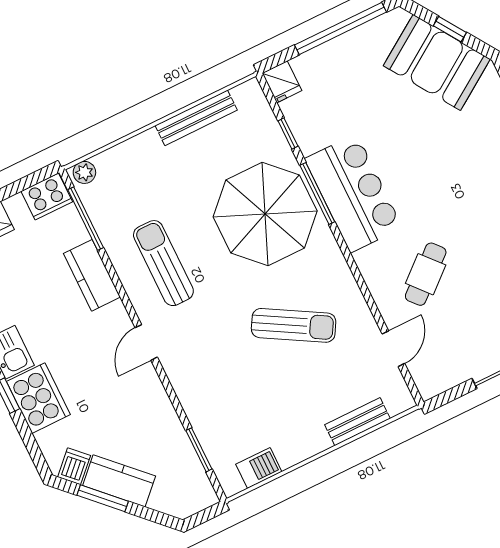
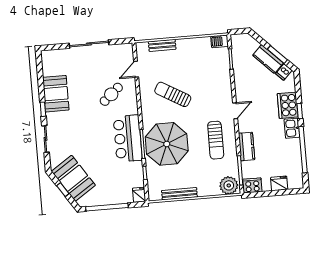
plant: (84, 172) -> (229, 185), width x1.88, depth x1.88
barbecue: (259, 468) -> (220, 41), moved

